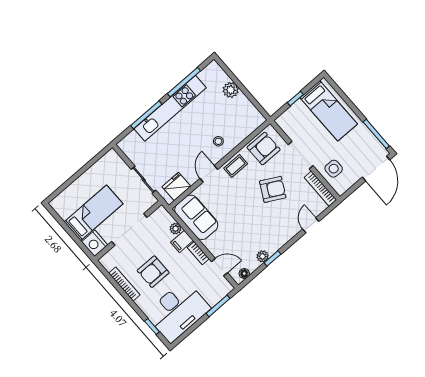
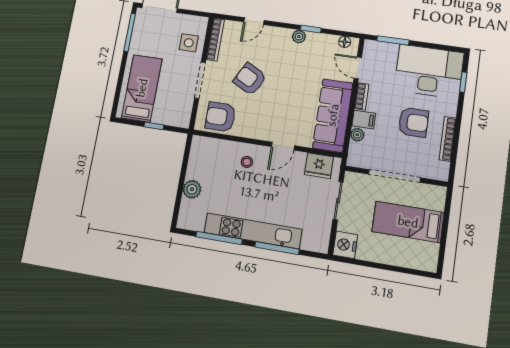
coffee table: (236, 166) -> (256, 128), removed
sofa: (196, 217) -> (333, 115), width x1.36
nightstand: (95, 243) -> (345, 245), moved, turned 180
plant: (263, 256) -> (299, 37), moved

